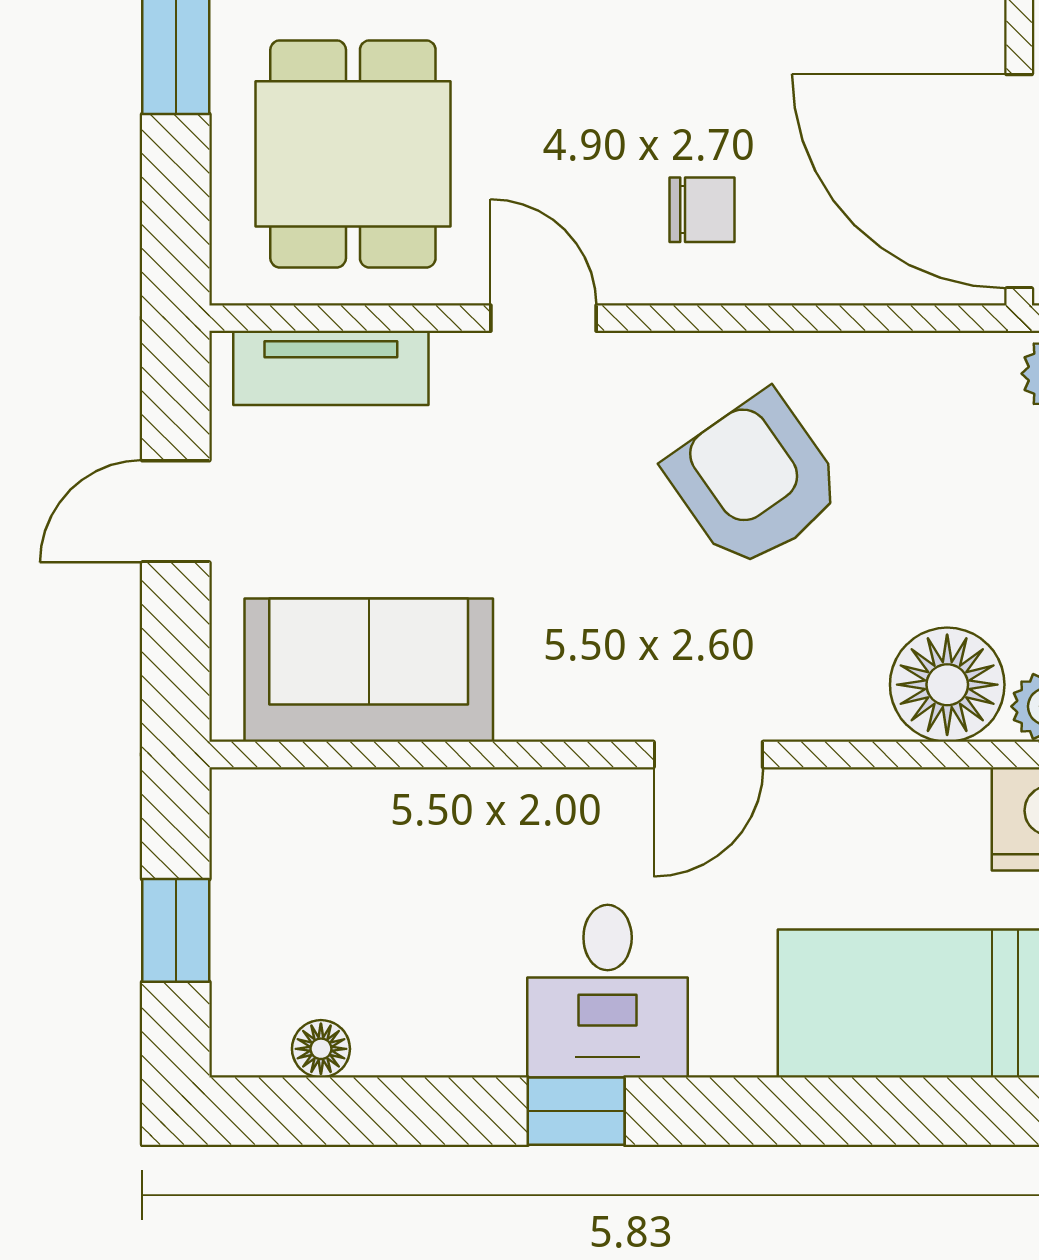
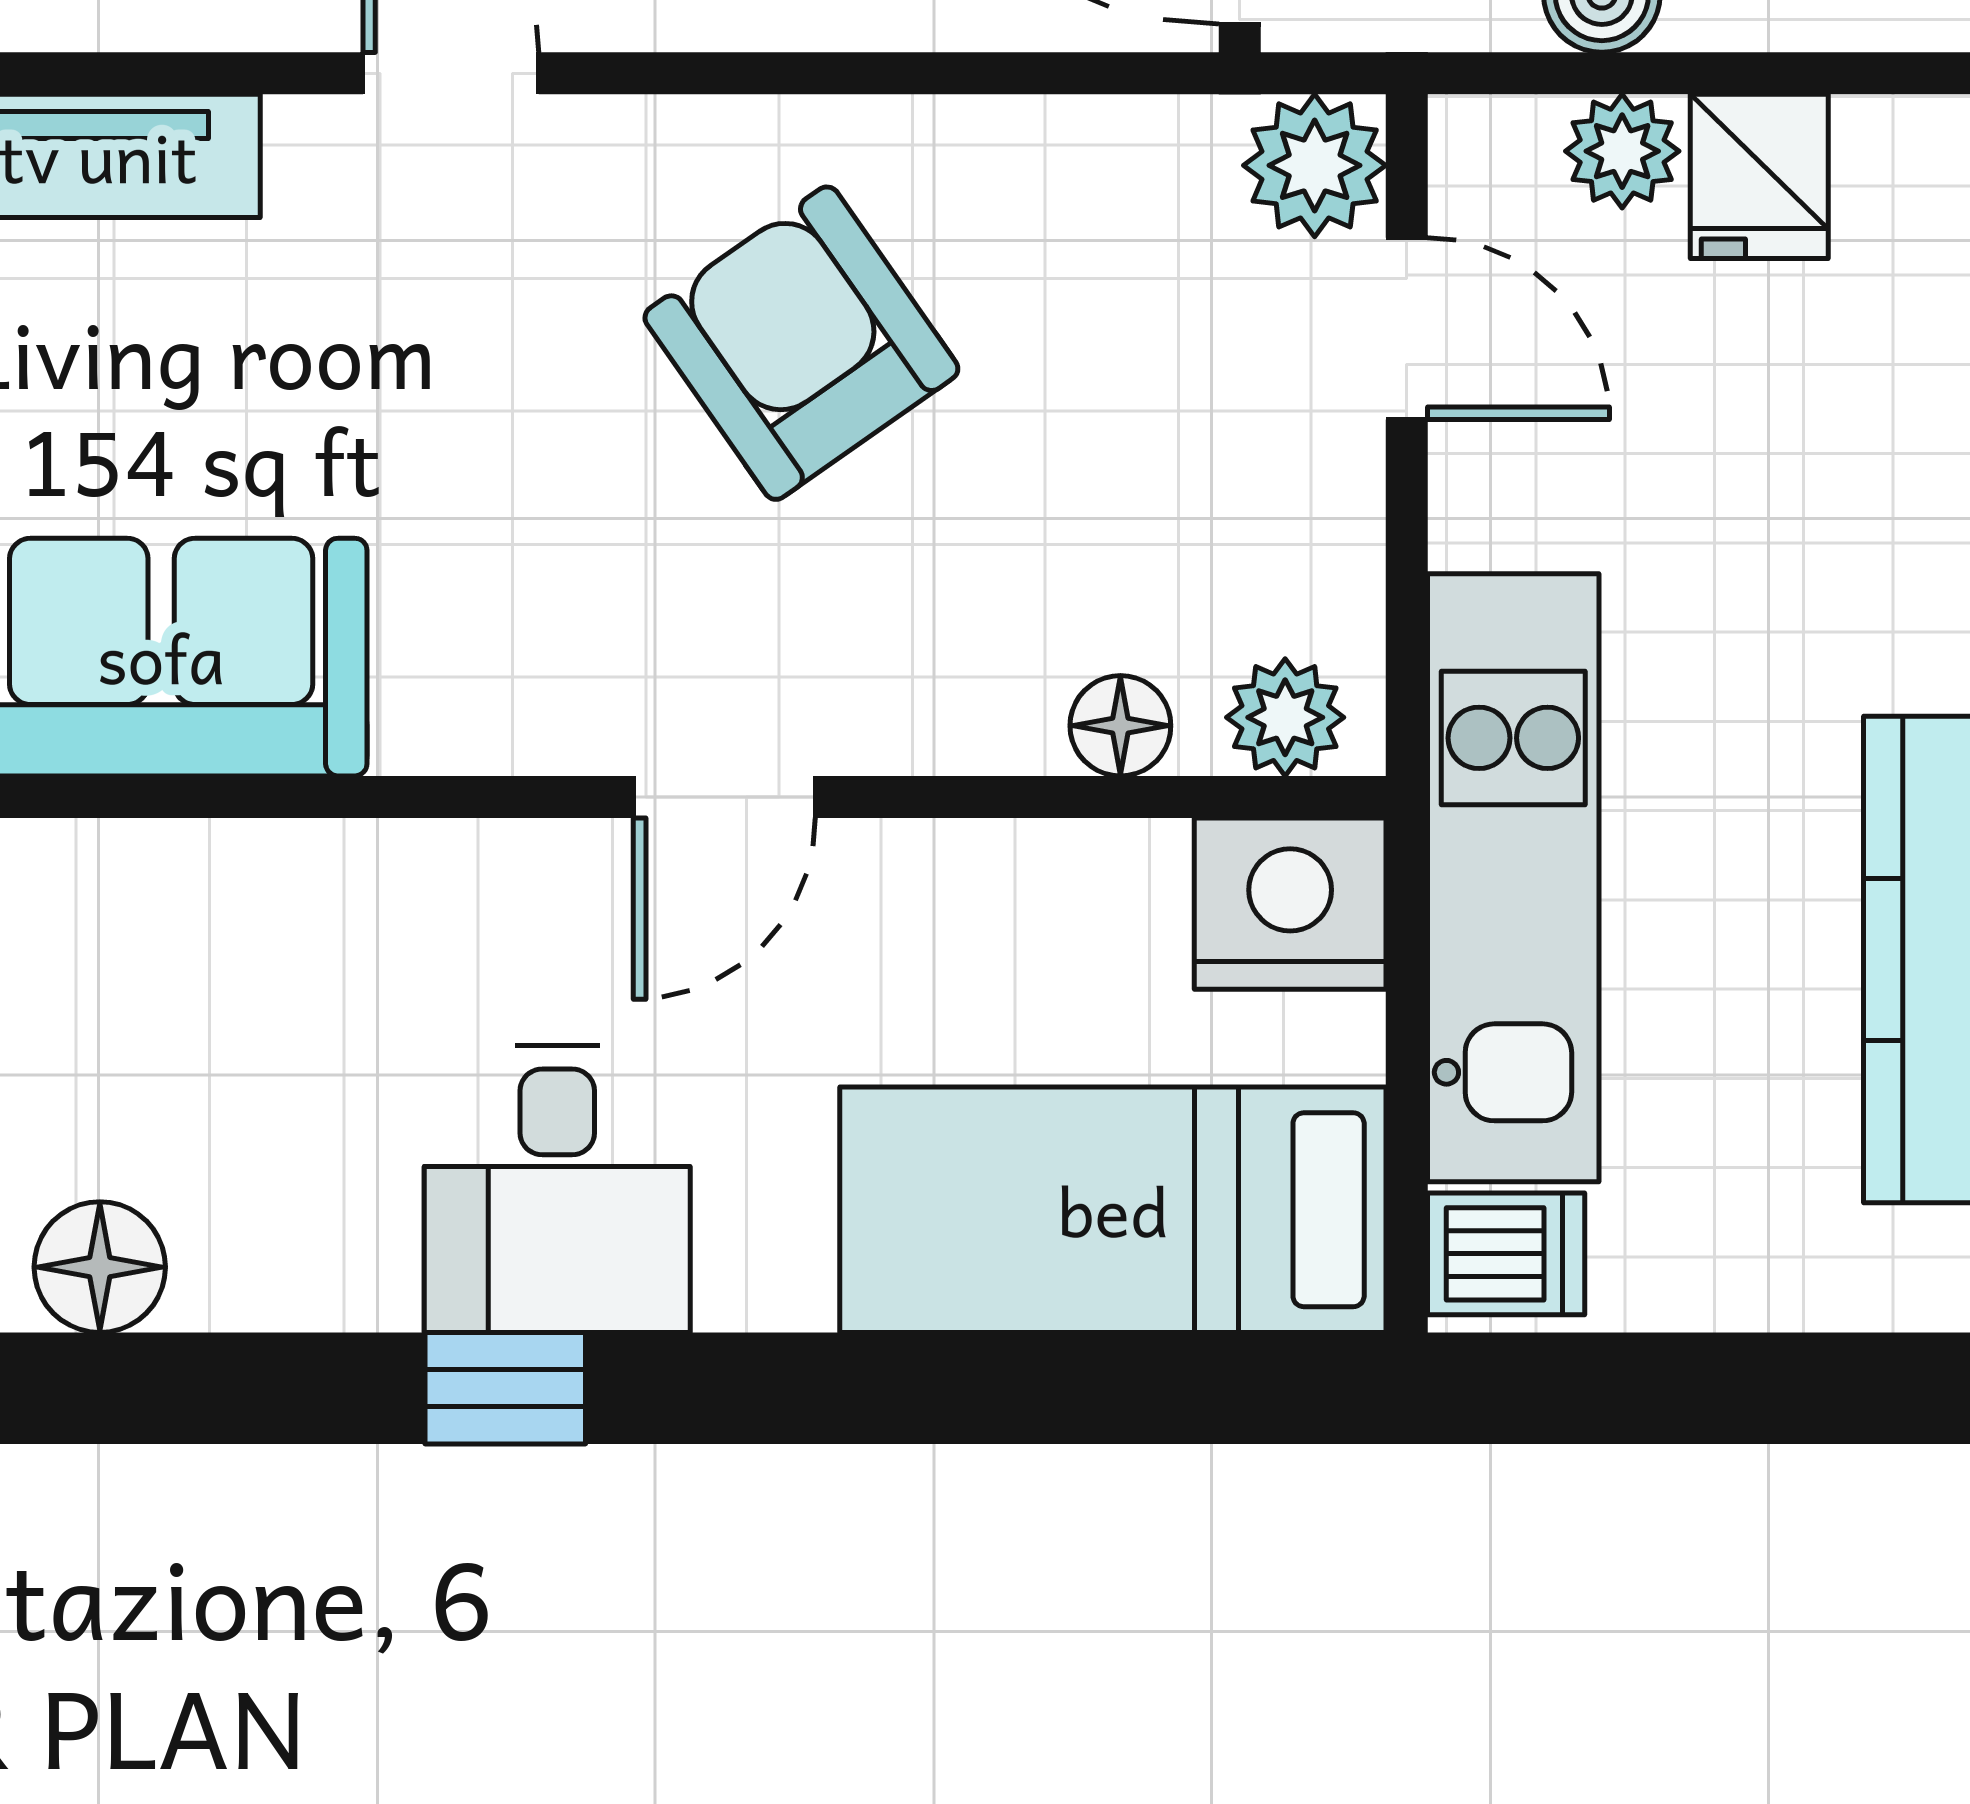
floor lamp: (947, 685) -> (1120, 726), width x0.53, depth x0.53
floor lamp: (321, 1049) -> (100, 1267), width x1.37, depth x1.37

